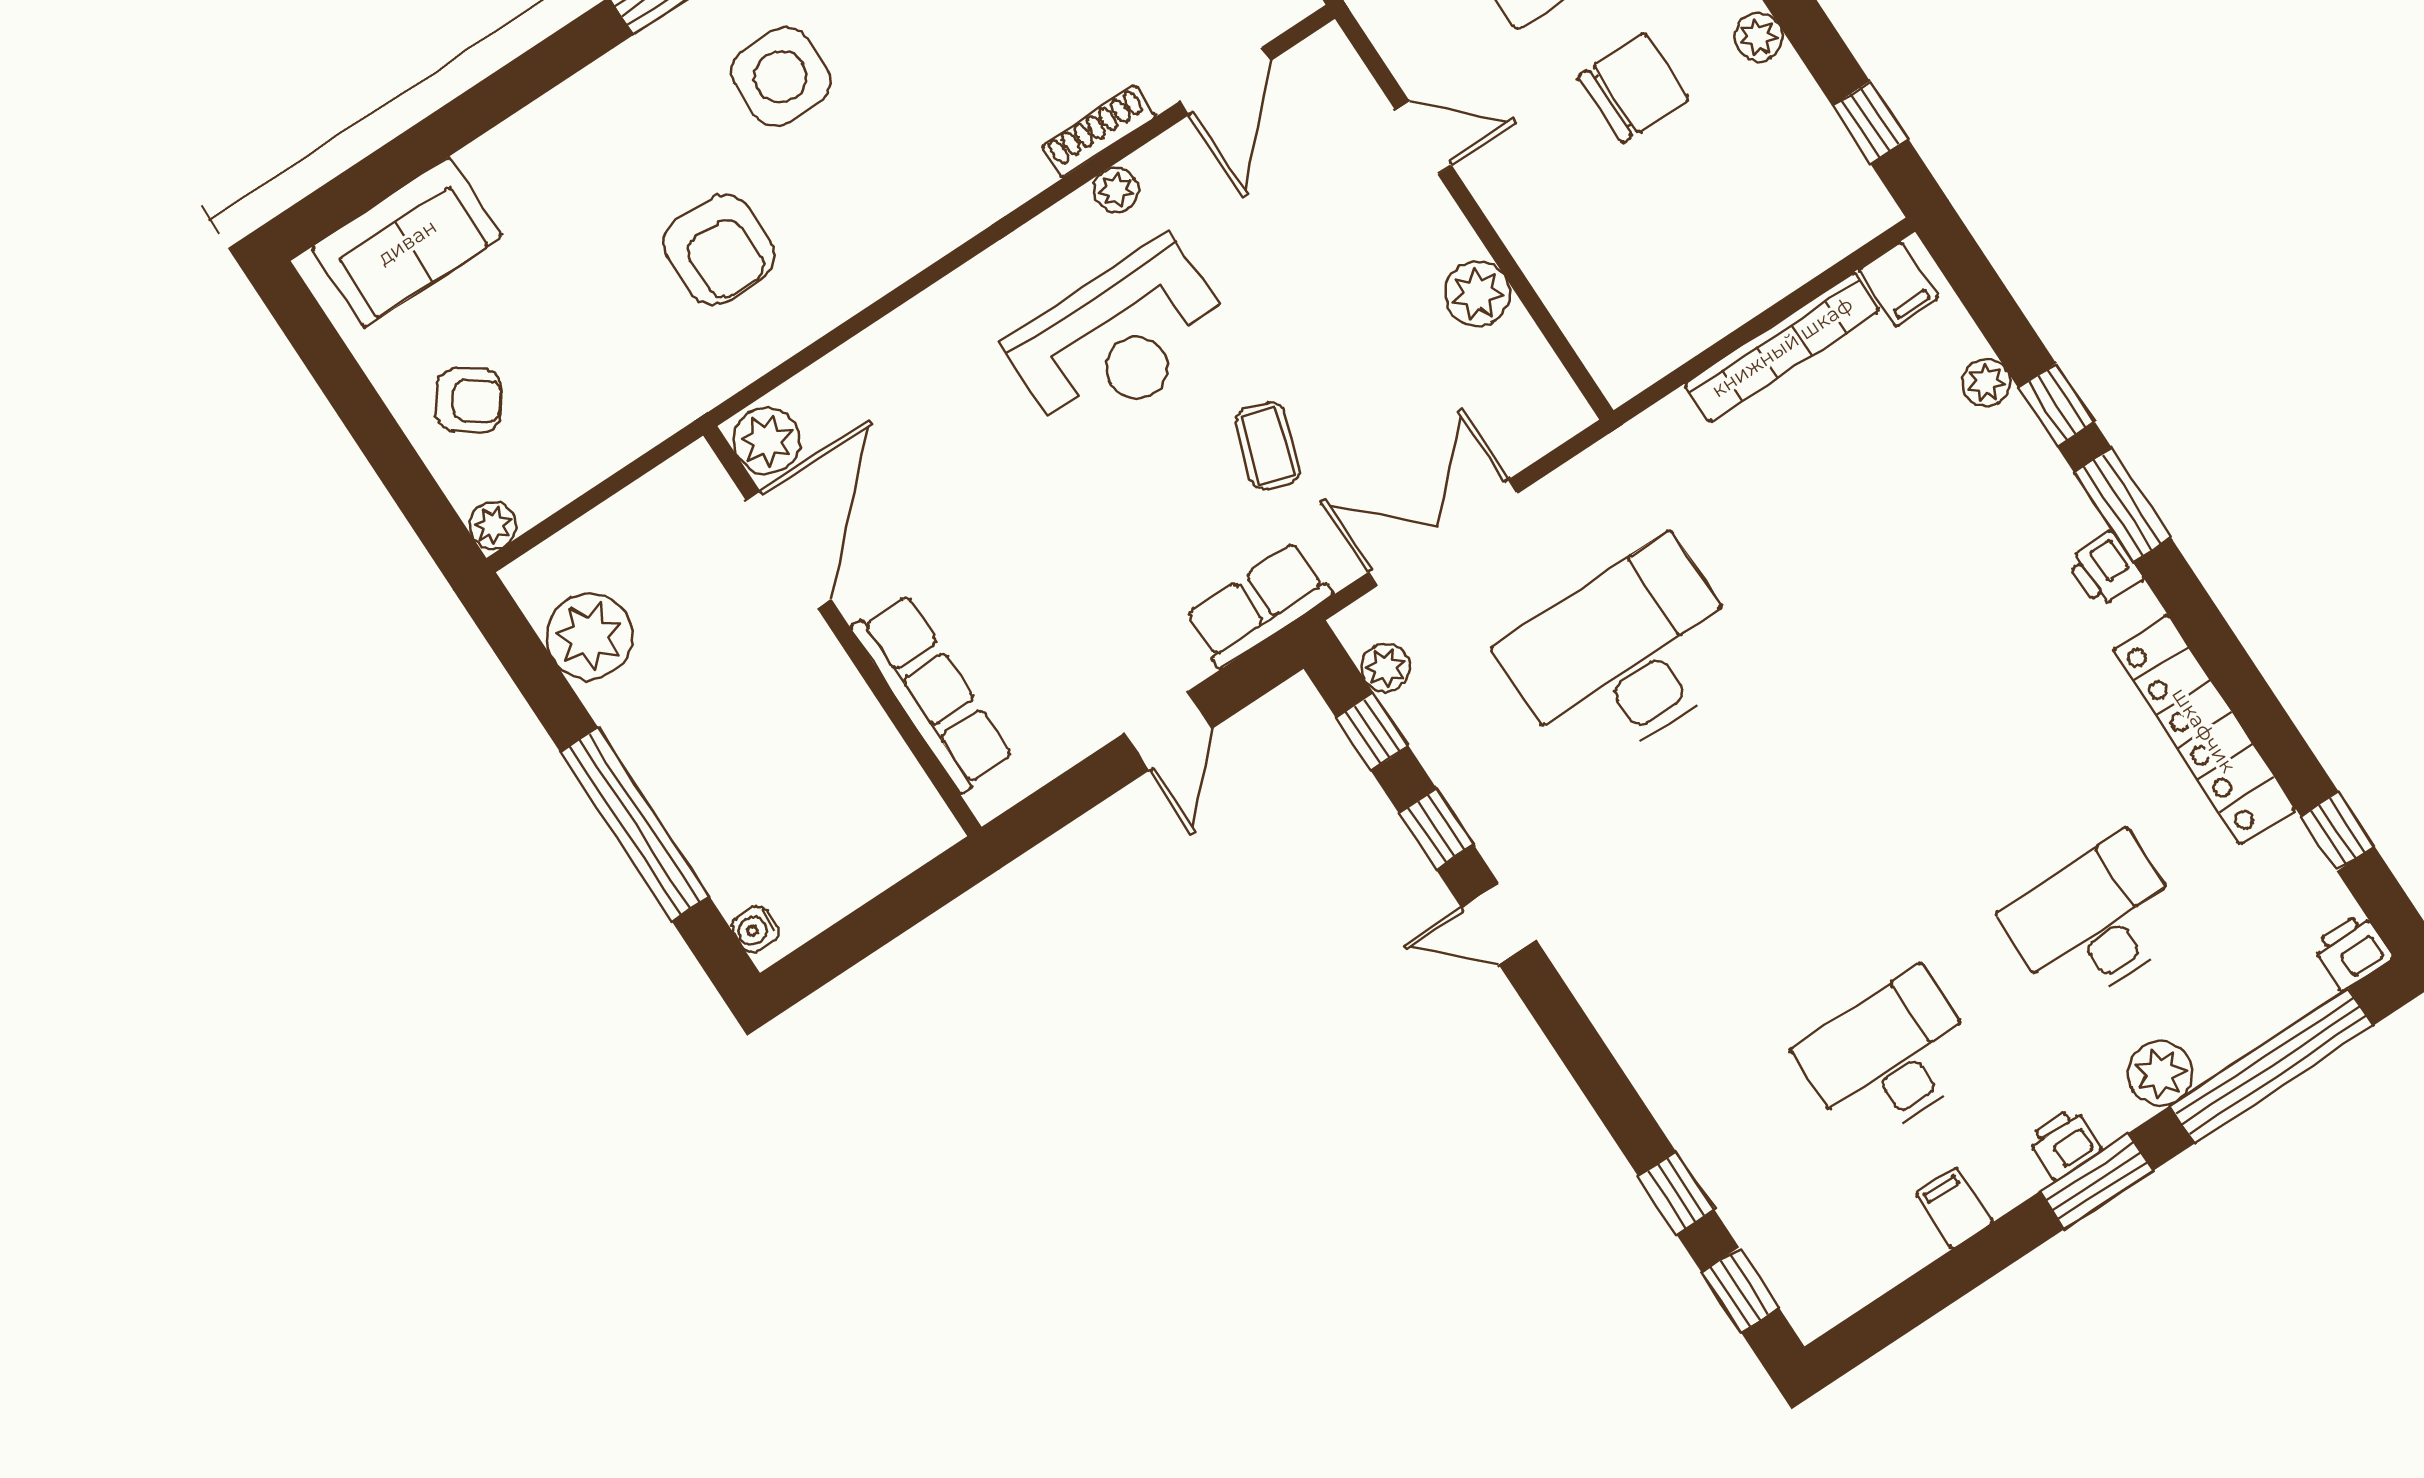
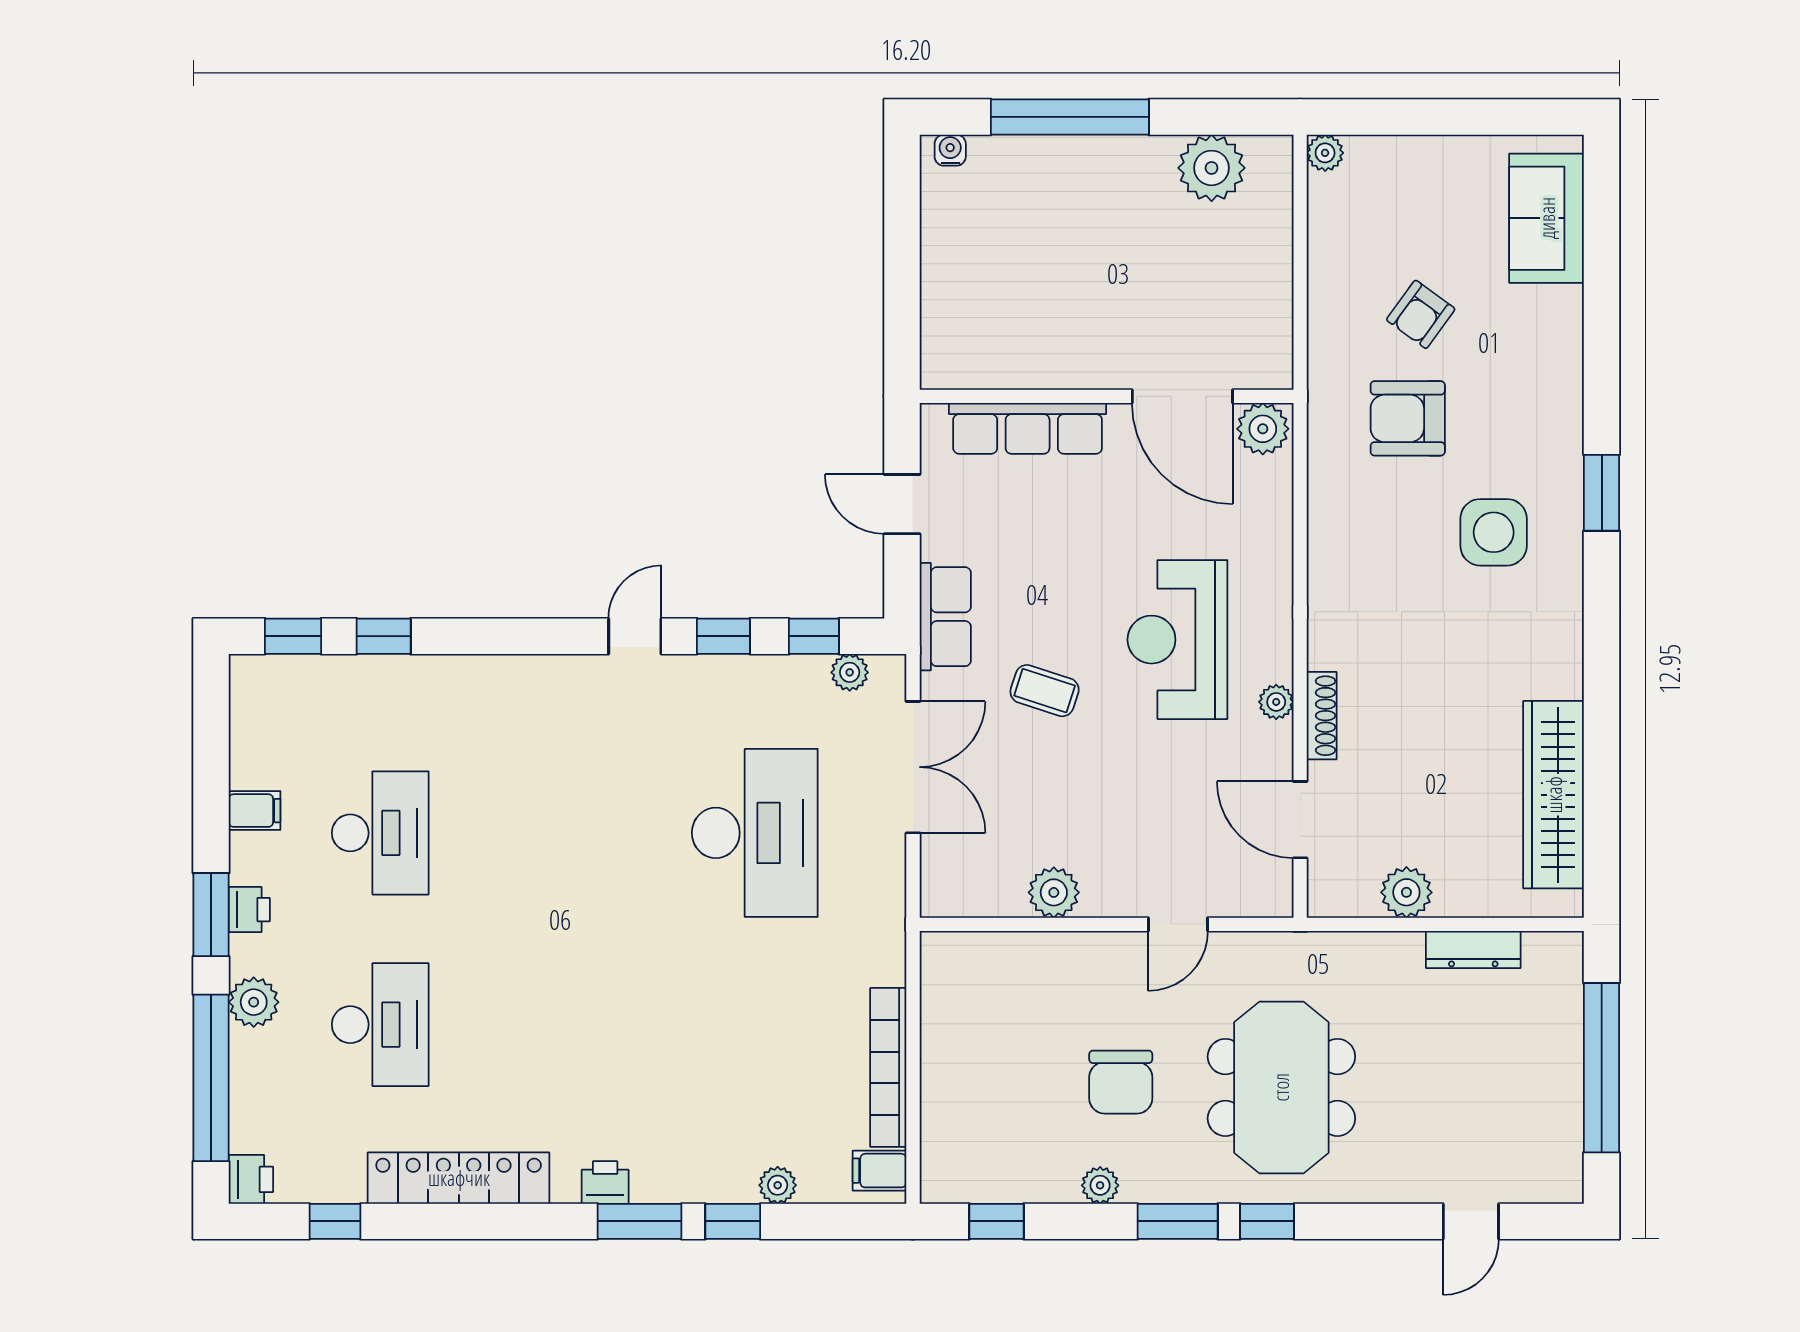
armchair: (469, 400) -> (1421, 314), moved
plant: (767, 441) -> (1263, 429), moved
door: (789, 550) -> (1182, 396), moved
wall: (842, 631) -> (1107, 396), moved
row of seats: (932, 693) -> (1028, 428), moved

